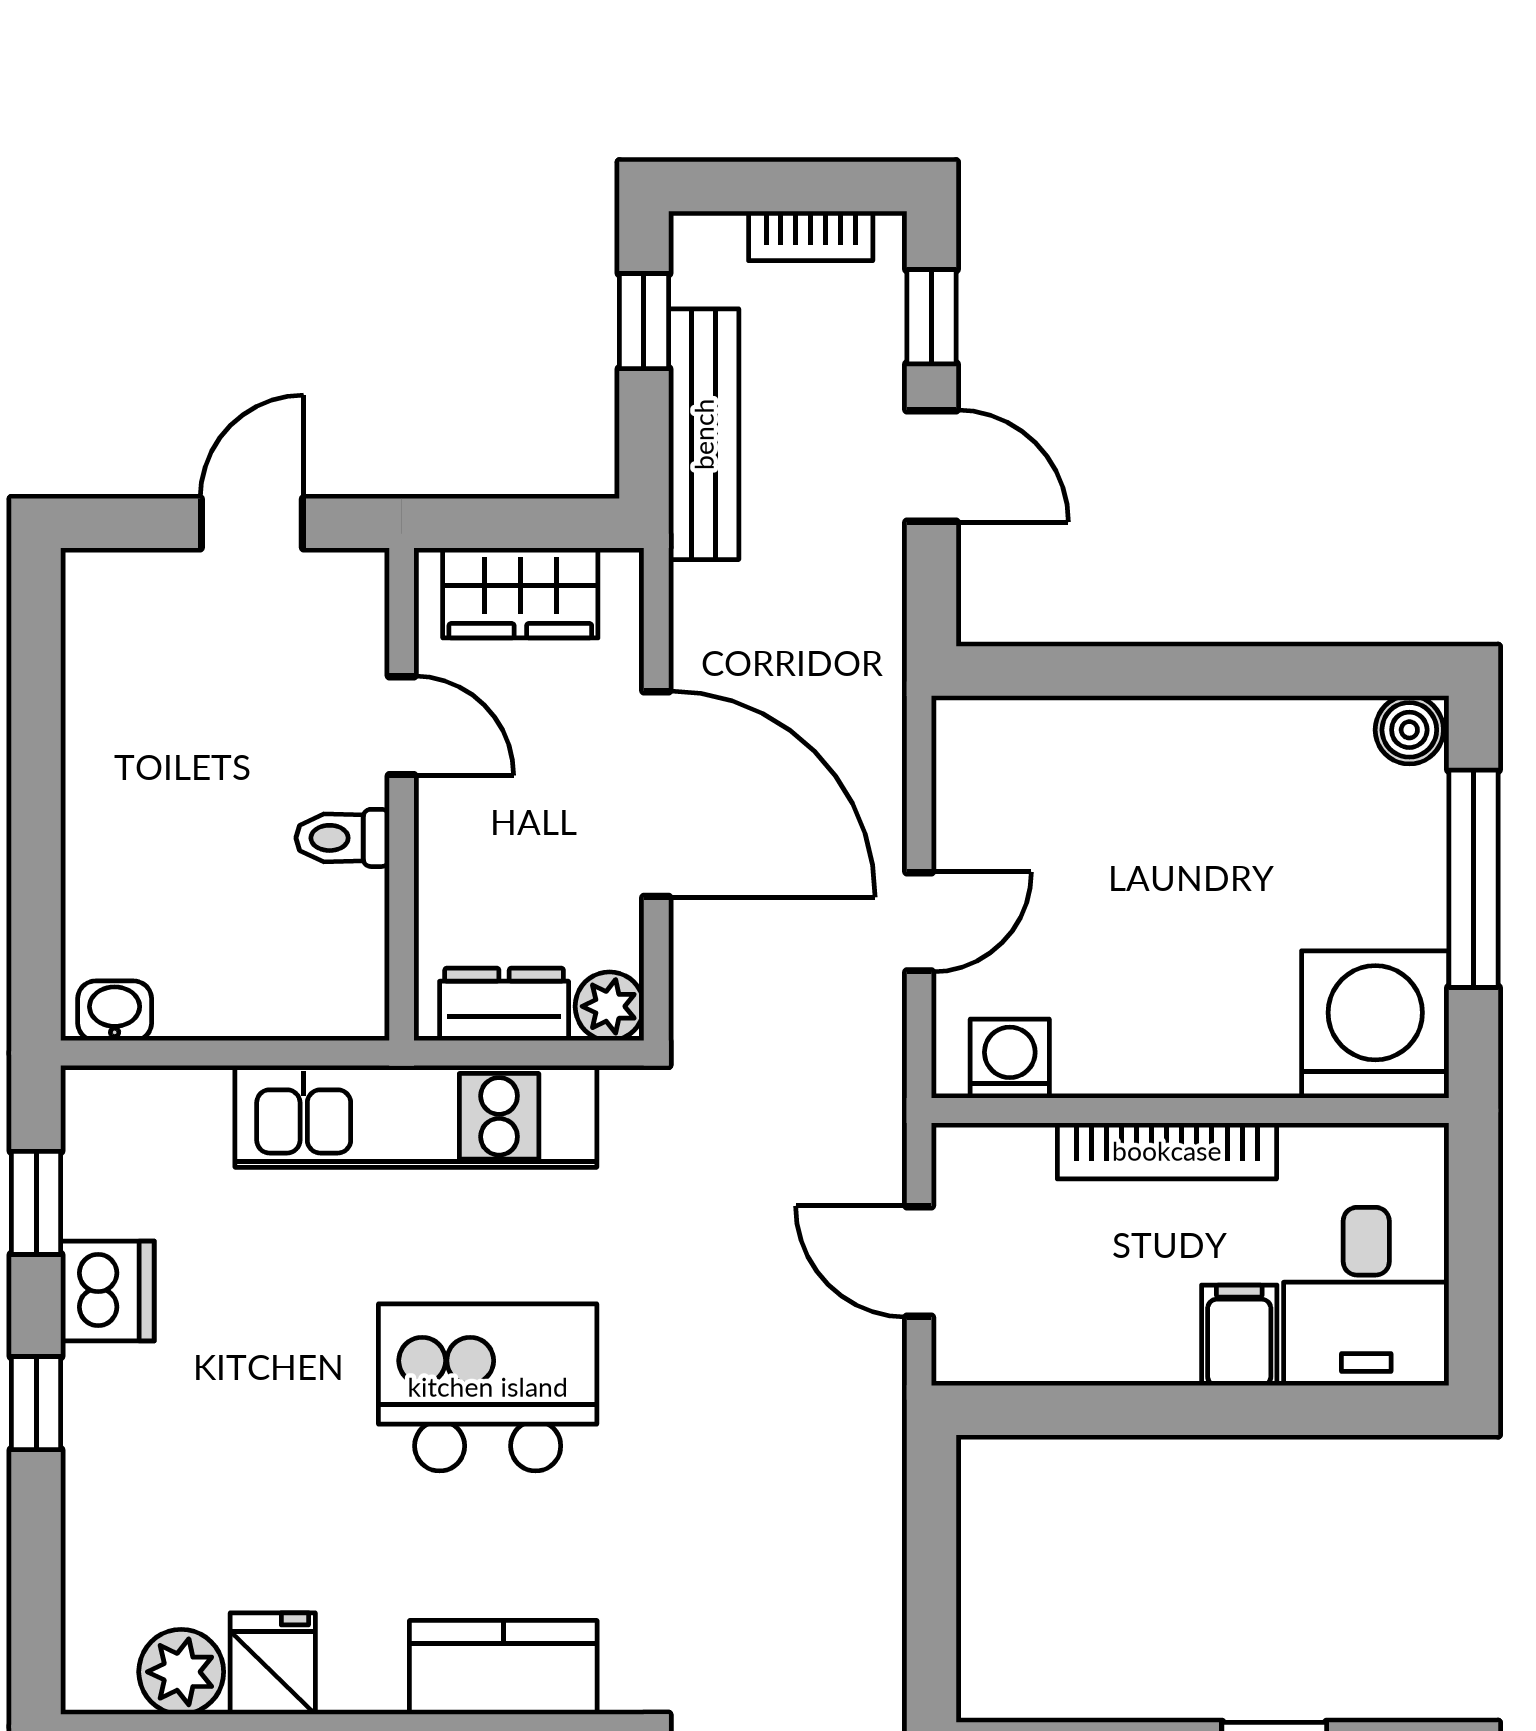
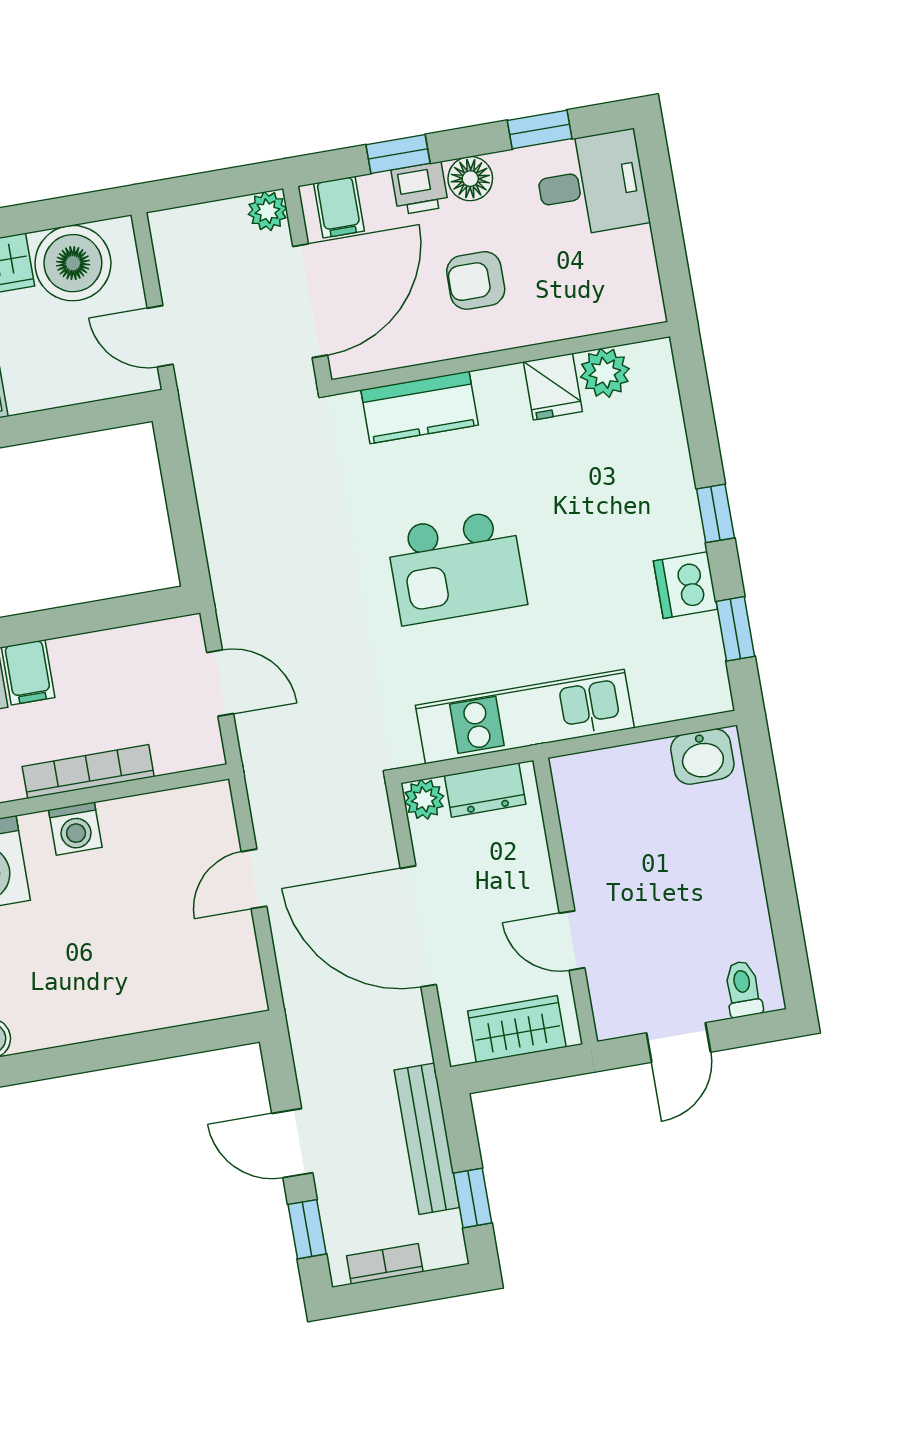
toilet: (343, 838) -> (743, 989), moved, turned -90
washbasin: (115, 1011) -> (702, 757), width x1.38, depth x1.45
washing machine: (1010, 1059) -> (75, 829), moved

